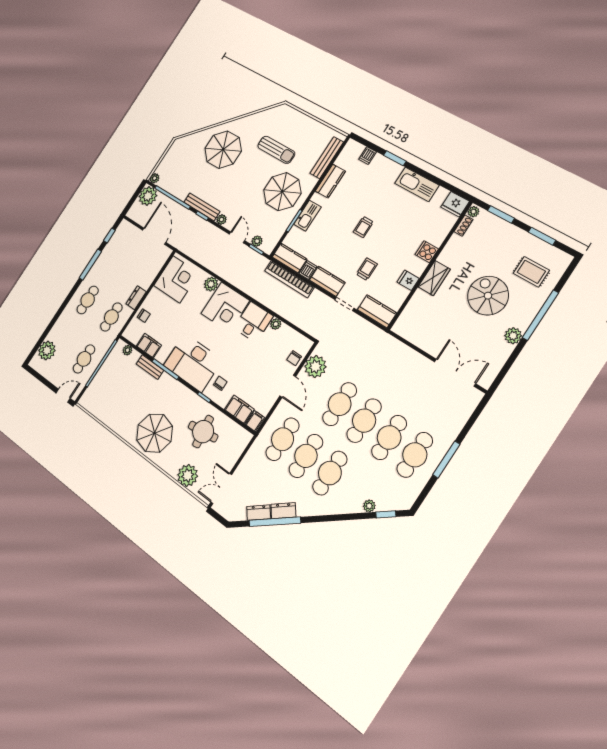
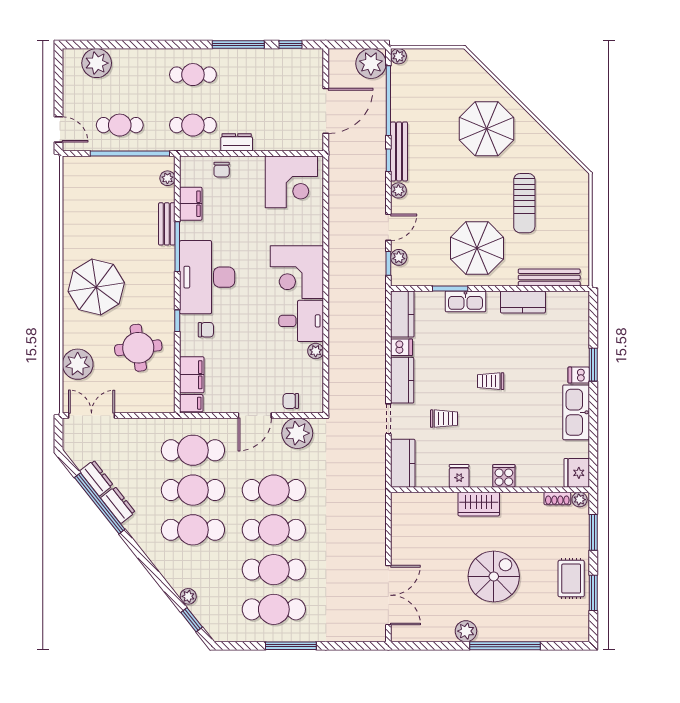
dishwasher: (368, 156) -> (579, 375), moved
rug: (531, 272) -> (571, 579), moved
bookcase: (289, 279) -> (377, 331), removed
plant: (211, 284) -> (313, 233), removed

